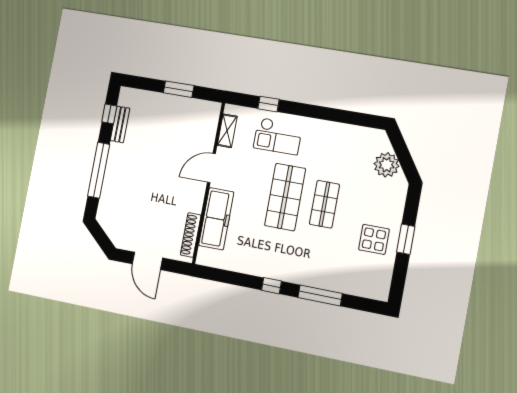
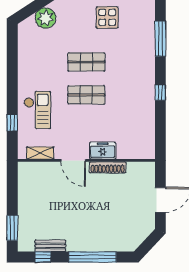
window: (179, 89) -> (12, 228), moved
shop shelf: (285, 197) -> (86, 95), width x0.70, depth x0.74
freezer: (216, 219) -> (103, 151), width x0.52, depth x0.79
shoe rack: (191, 235) -> (108, 167), moved
window: (320, 295) -> (160, 39), moved

